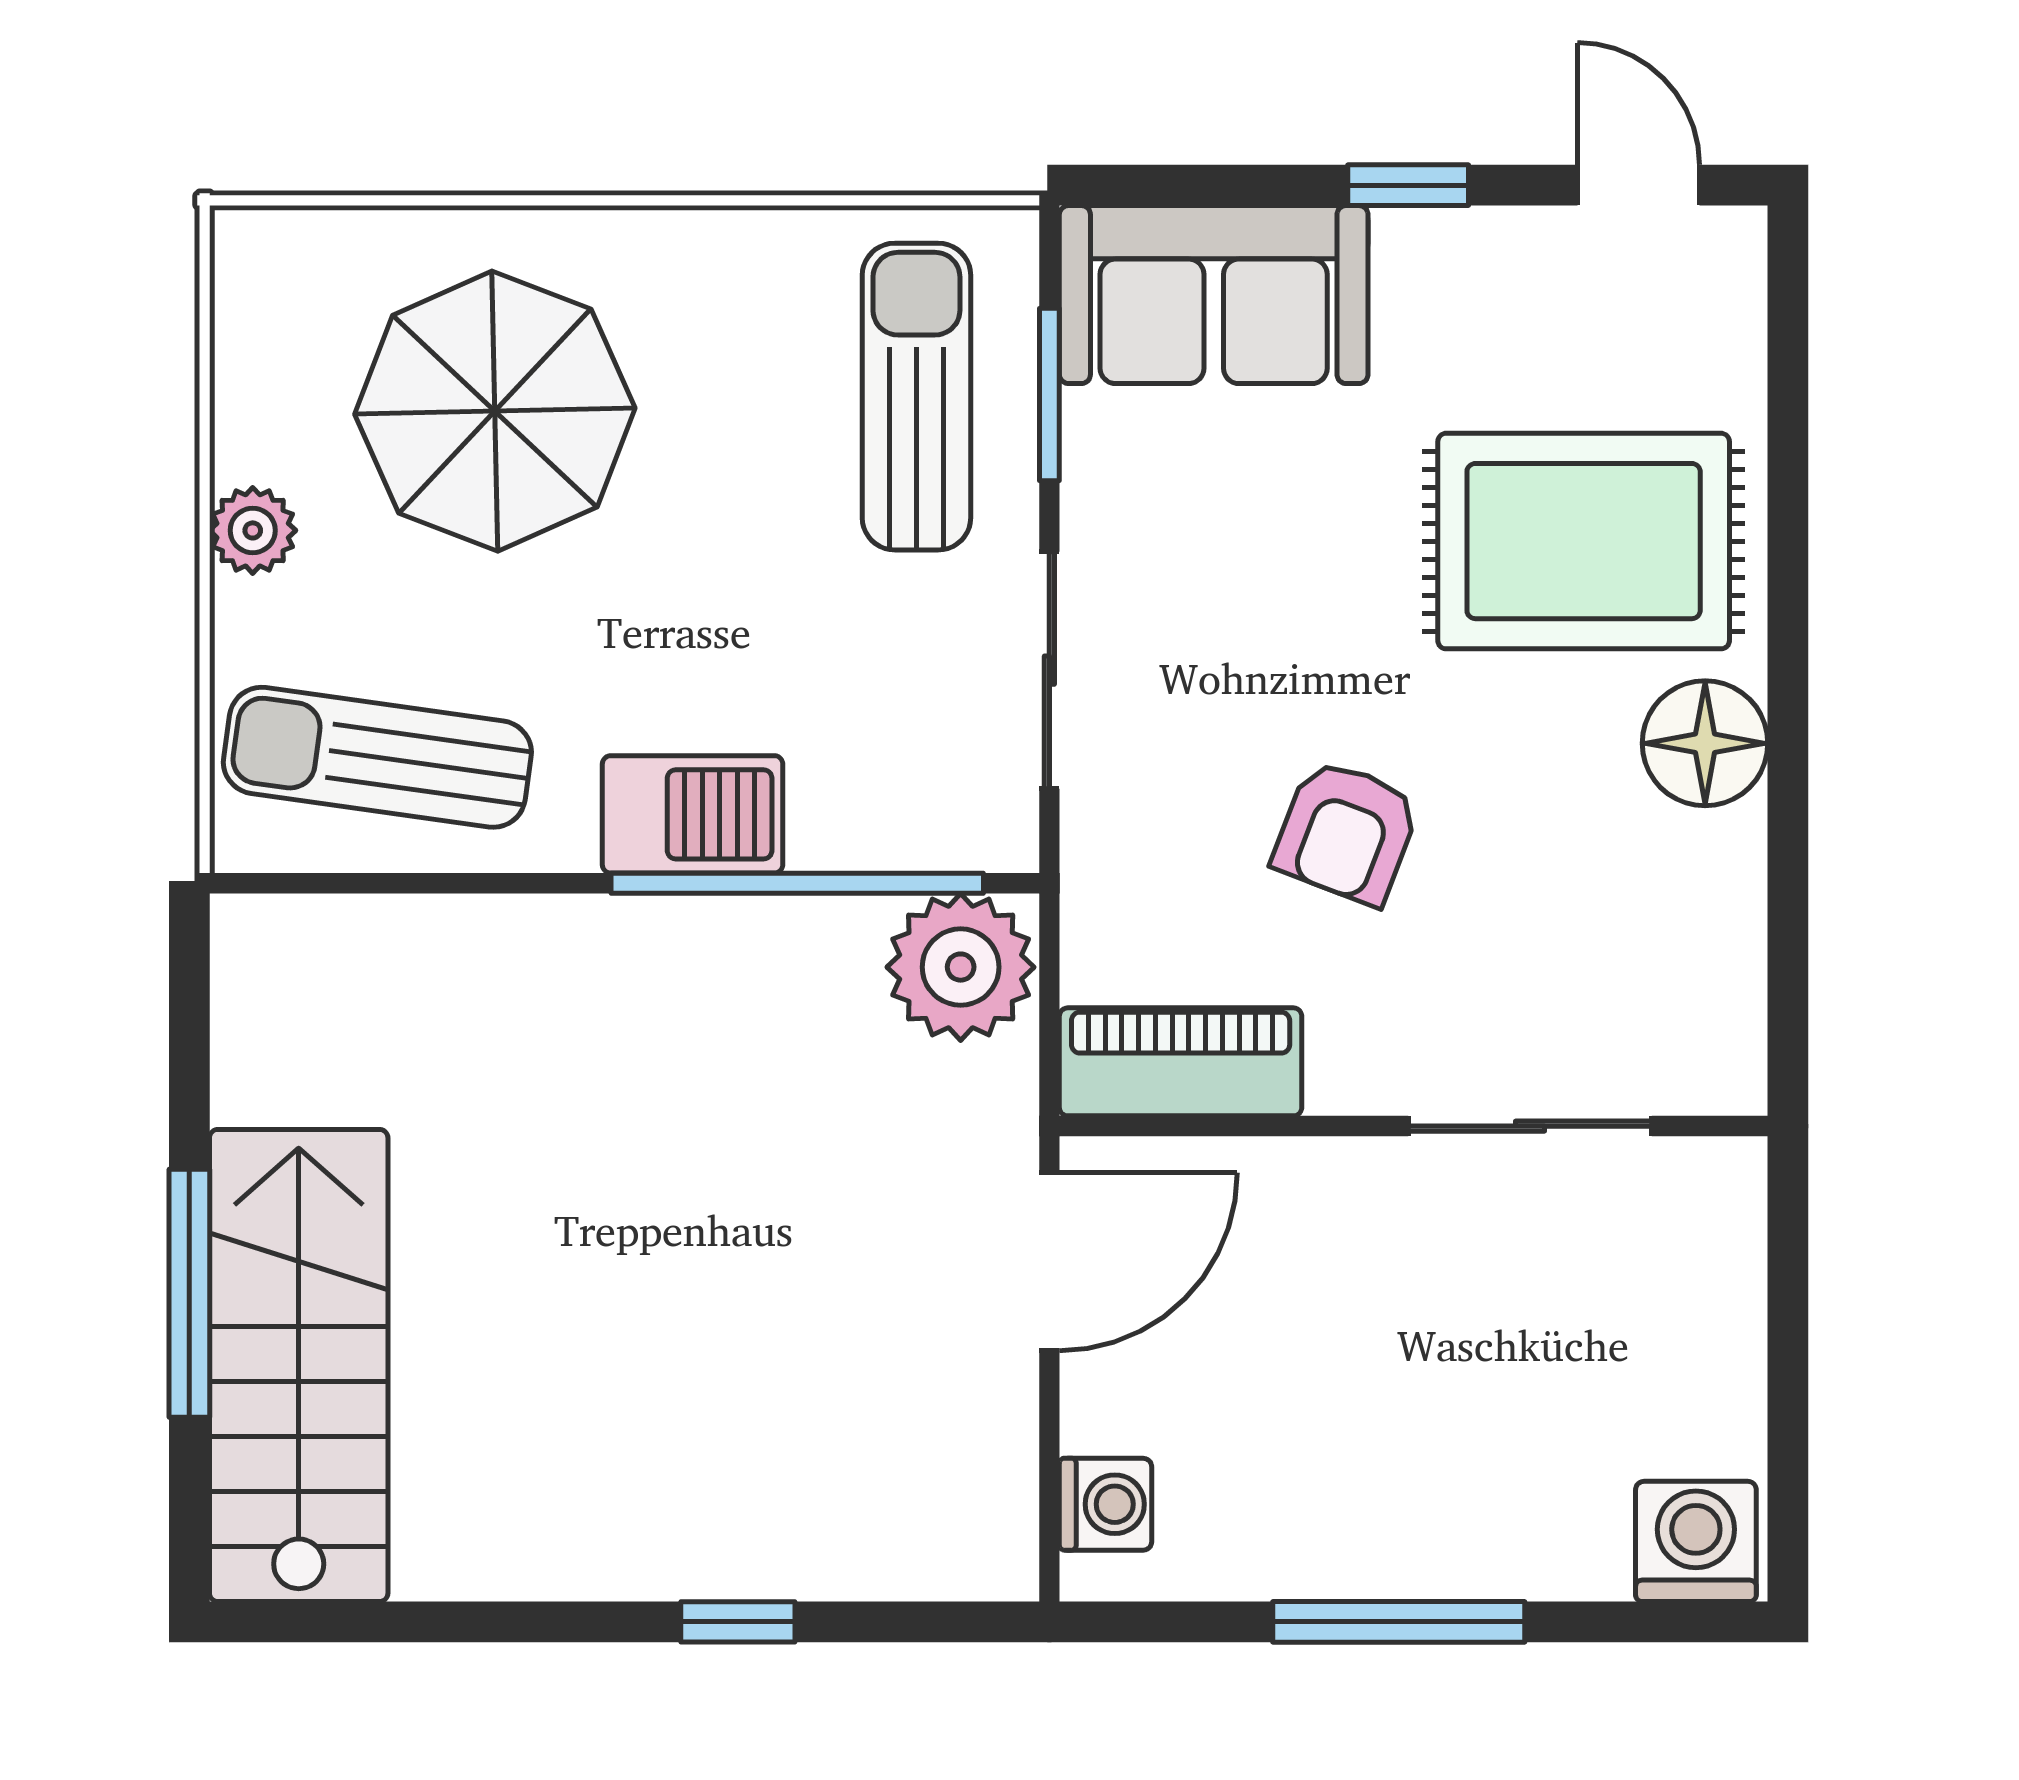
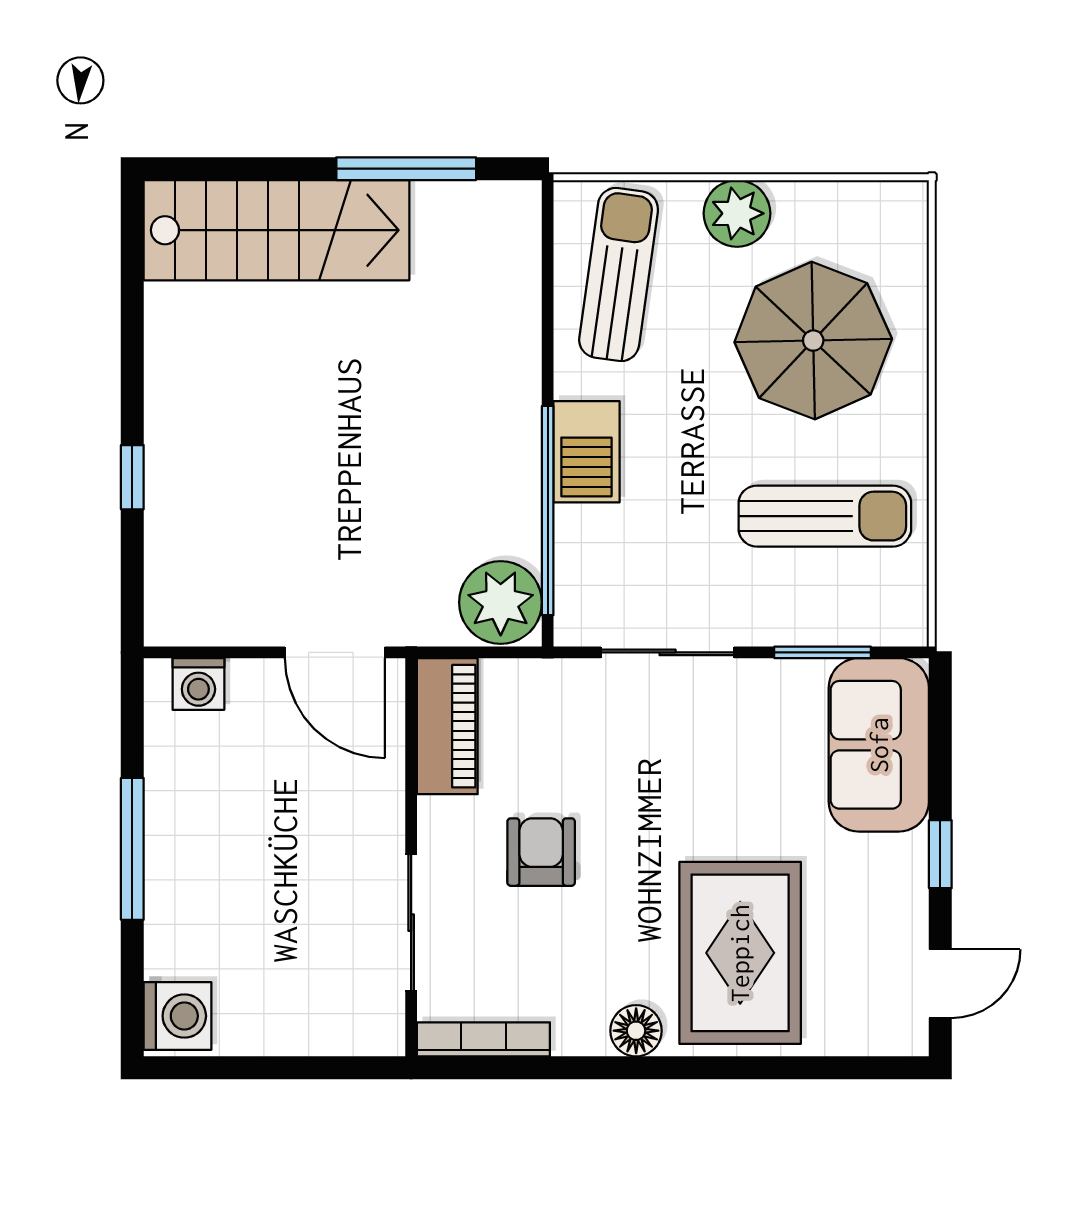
sun lounger: (916, 397) -> (825, 516), moved
plant: (253, 530) -> (737, 213), width x1.38, depth x1.38
floor lamp: (1705, 743) -> (636, 1031), width x0.73, depth x0.73
armchair: (1346, 832) -> (541, 852), moved, turned 69
bookcase: (1737, 998) -> (483, 1039), added
window: (189, 1293) -> (406, 169), moved

